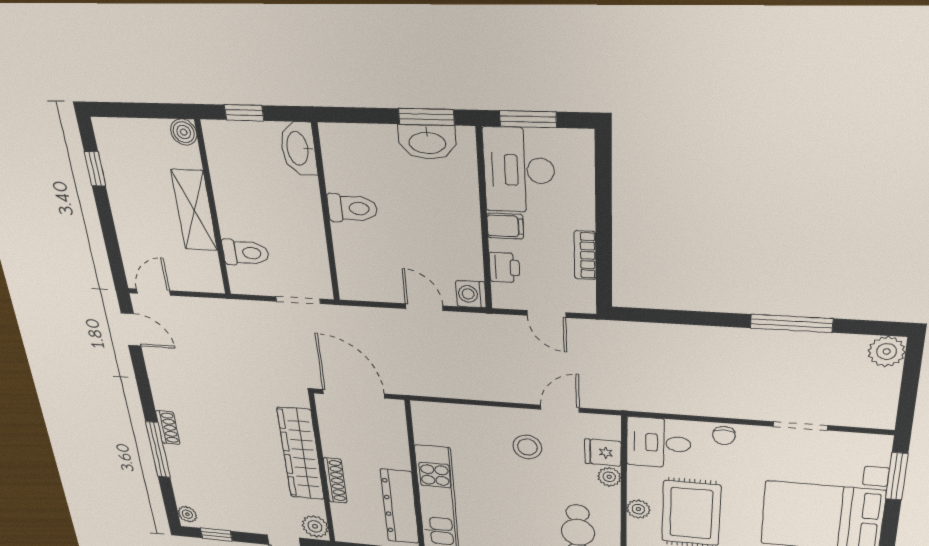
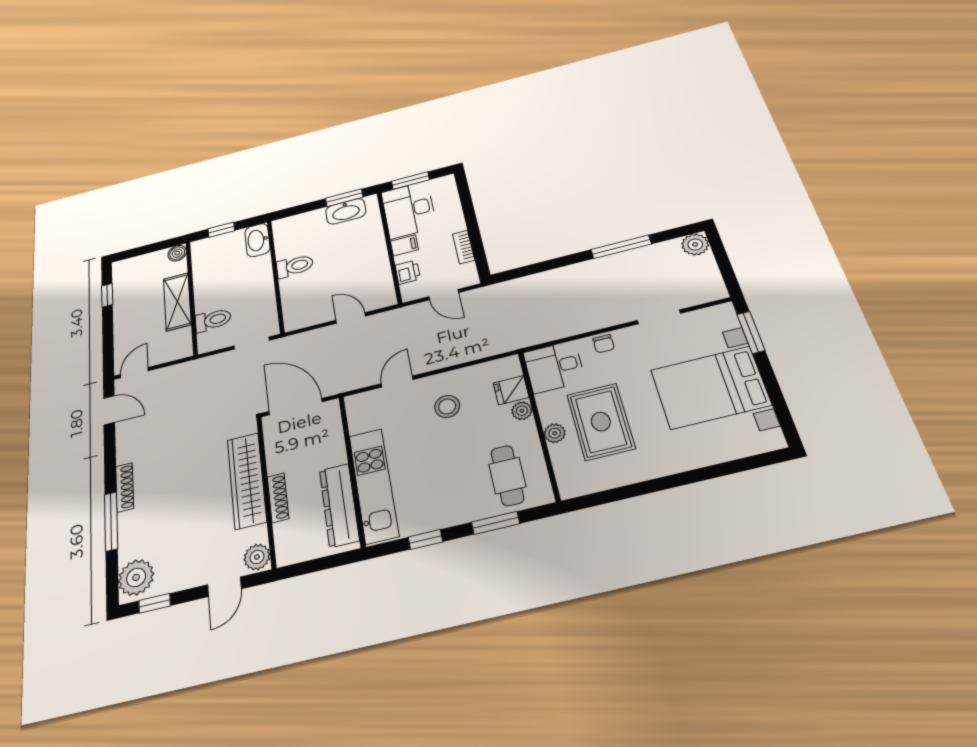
washing machine: (471, 294) -> (385, 298), removed
door: (560, 409) -> (397, 382), moved
shoe rack: (168, 428) -> (125, 487), width x1.43
plant: (187, 514) -> (136, 577), width x1.88, depth x1.88

